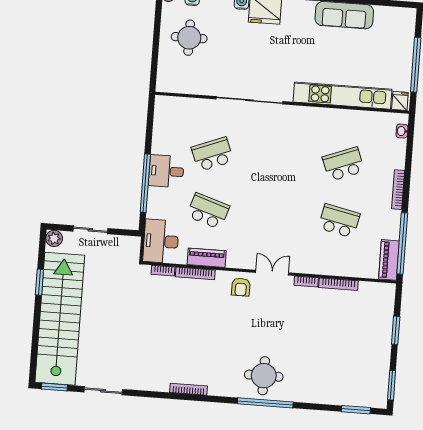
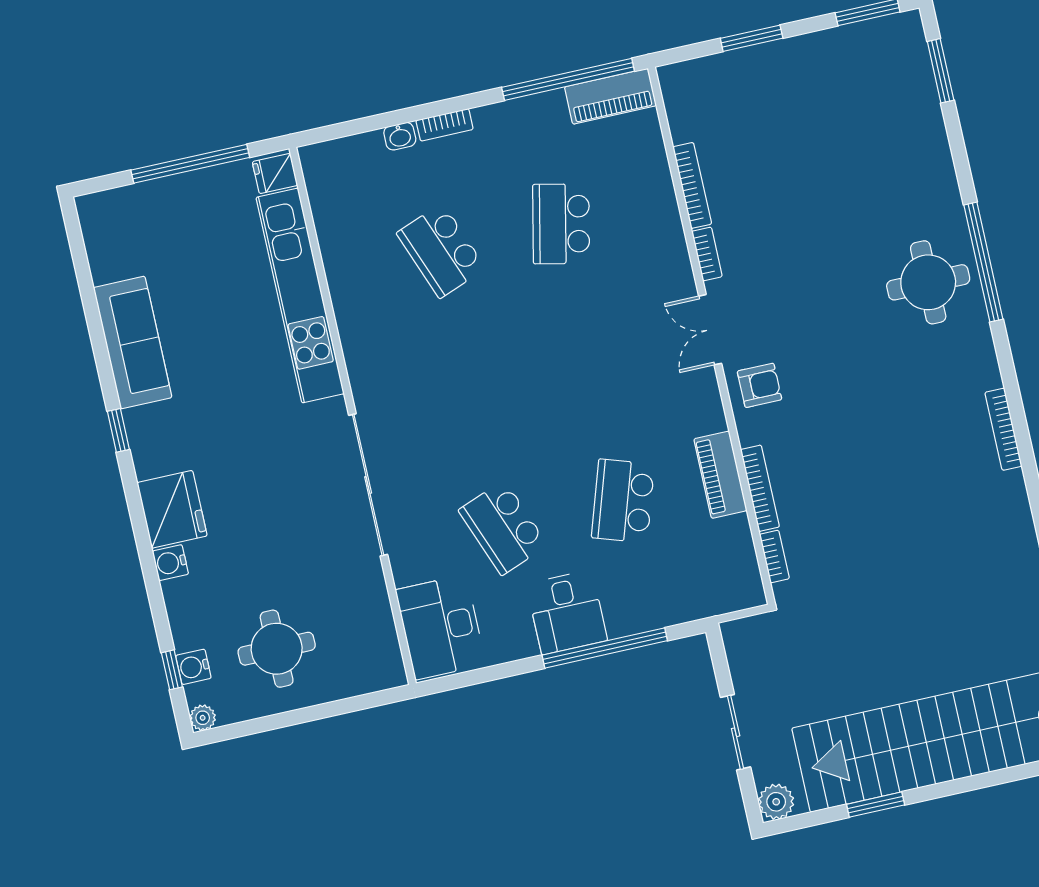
washbasin: (402, 131) -> (400, 136), moved
bookcase: (398, 190) -> (445, 125), width x0.64
desk: (161, 241) -> (441, 627), moved, turned 90

